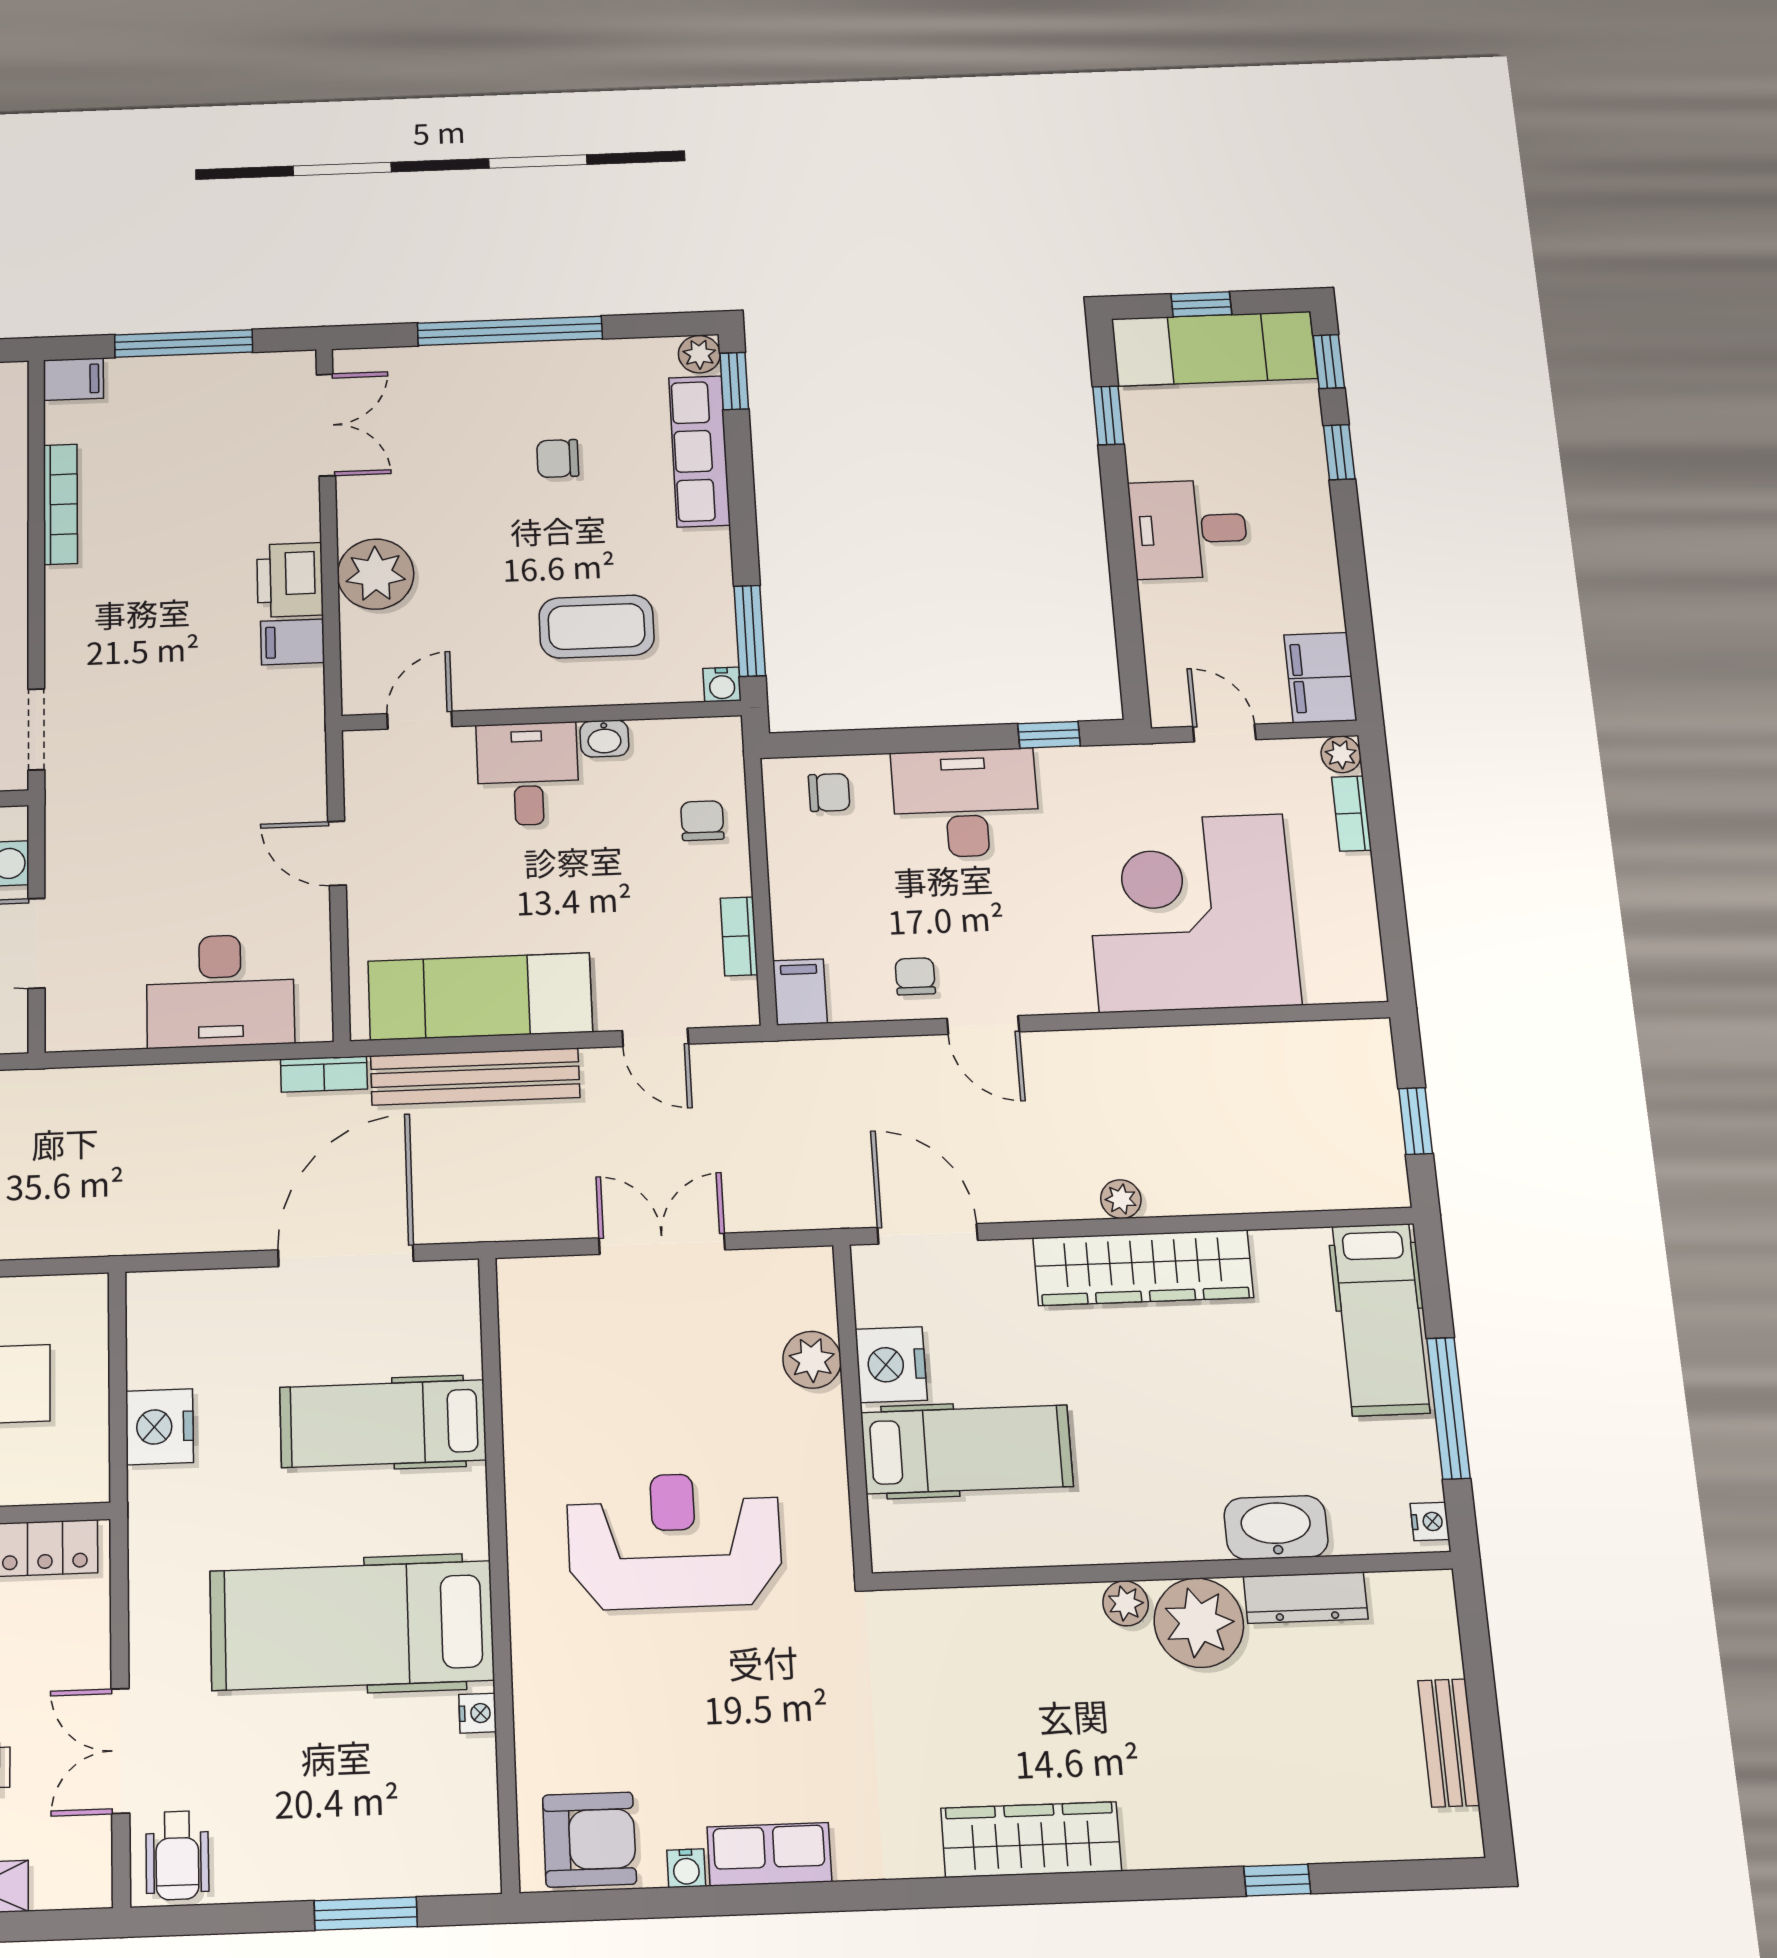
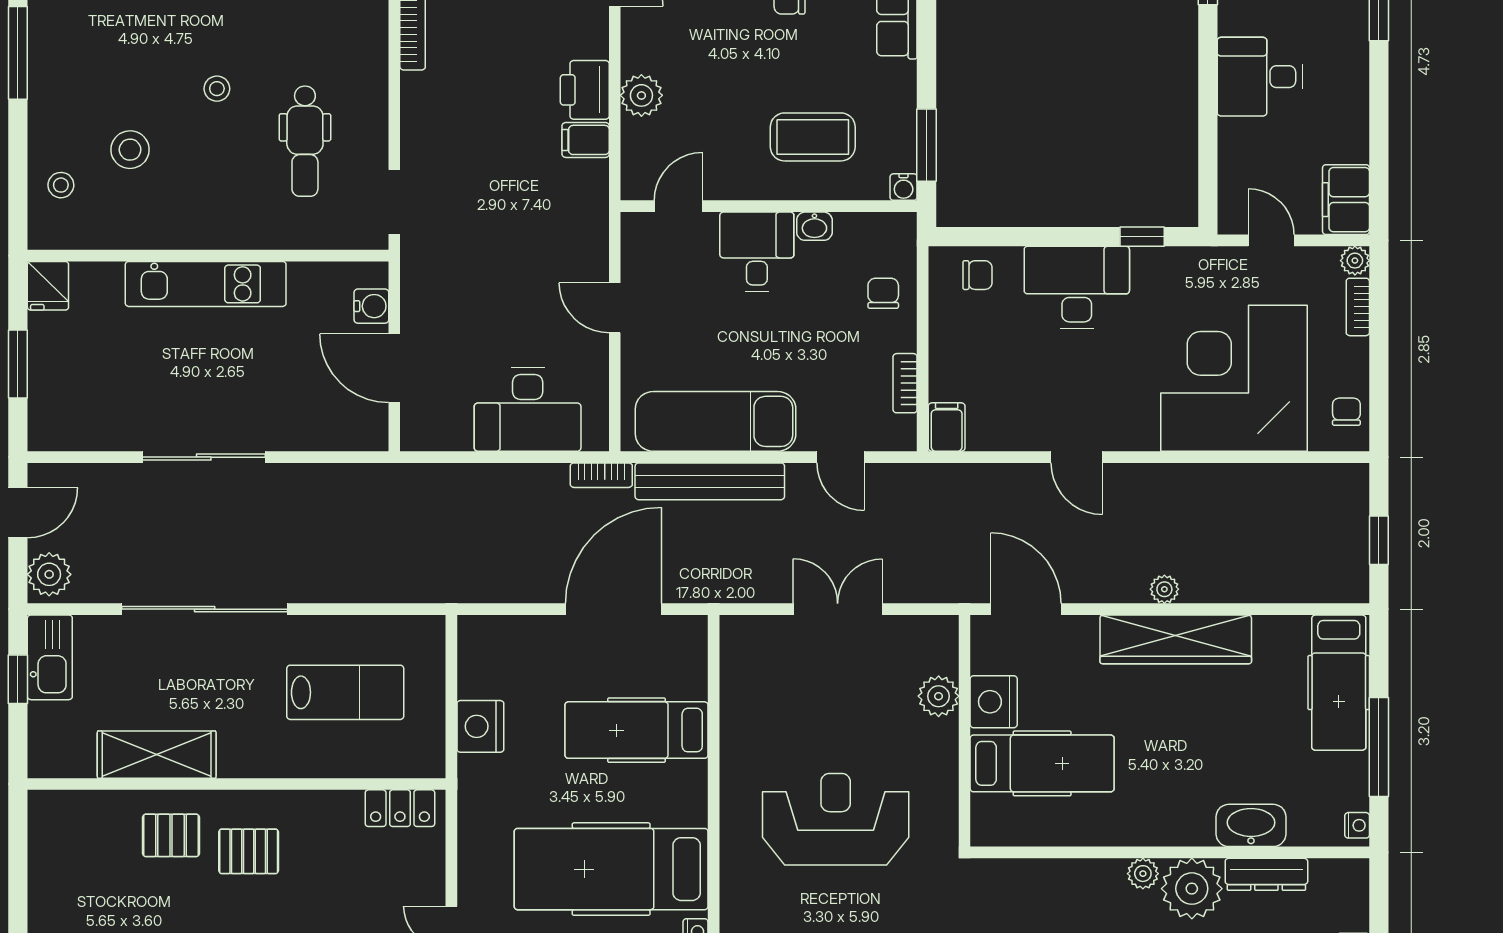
plant: (376, 574) -> (641, 95), width x0.73, depth x0.73
chair: (915, 976) -> (1346, 412), moved

